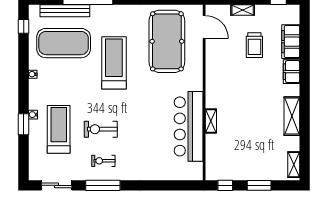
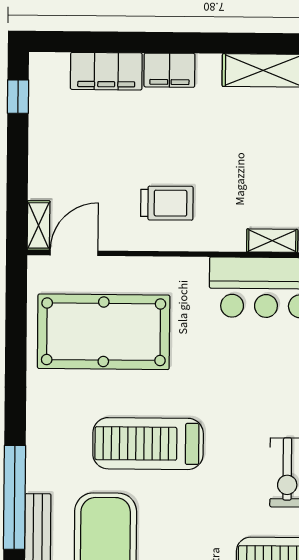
shelving: (243, 10) -> (39, 225), moved
trolley: (254, 45) -> (167, 203), moved

